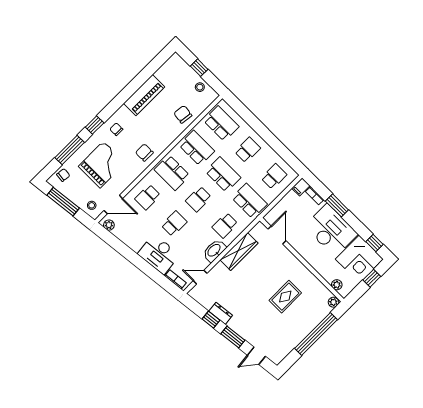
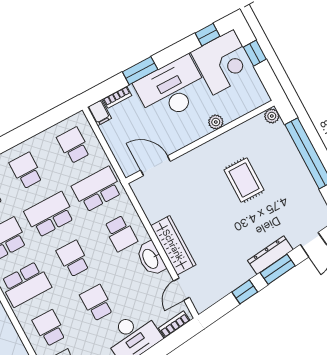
school desk: (148, 197) -> (49, 328), turned 180
school desk: (199, 199) -> (73, 259), turned 180
wardrobe: (239, 252) -> (173, 245), moved
plant: (337, 285) -> (216, 122), moved
dresser: (221, 313) -> (270, 255), moved, width x1.44

